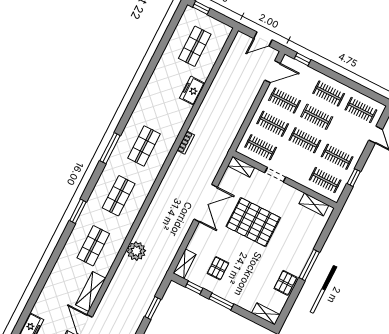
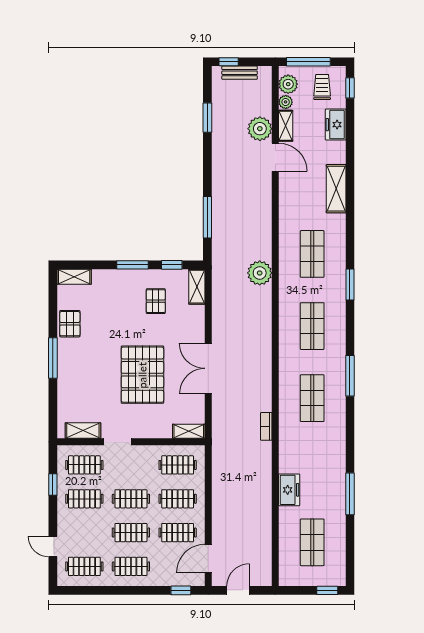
window: (152, 67) -> (350, 494), added
doorway: (275, 175) -> (118, 442), moved
pallet: (253, 222) -> (142, 375), turned 90
shelving: (91, 291) -> (336, 189), moved
window: (153, 308) -> (207, 217), width x1.44

